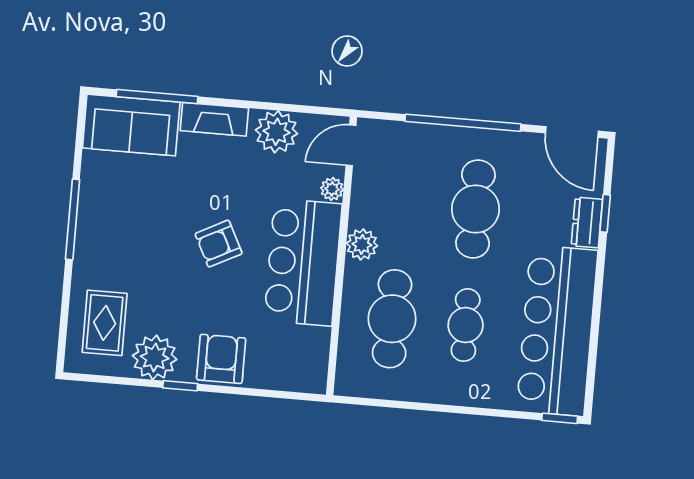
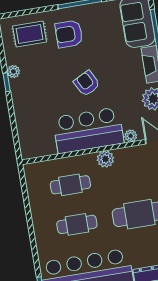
cafe table: (392, 319) -> (70, 185), width x0.73, depth x0.74
plant: (155, 357) -> (13, 72), width x0.53, depth x0.53
armchair: (221, 359) -> (69, 34), moved, turned 180

